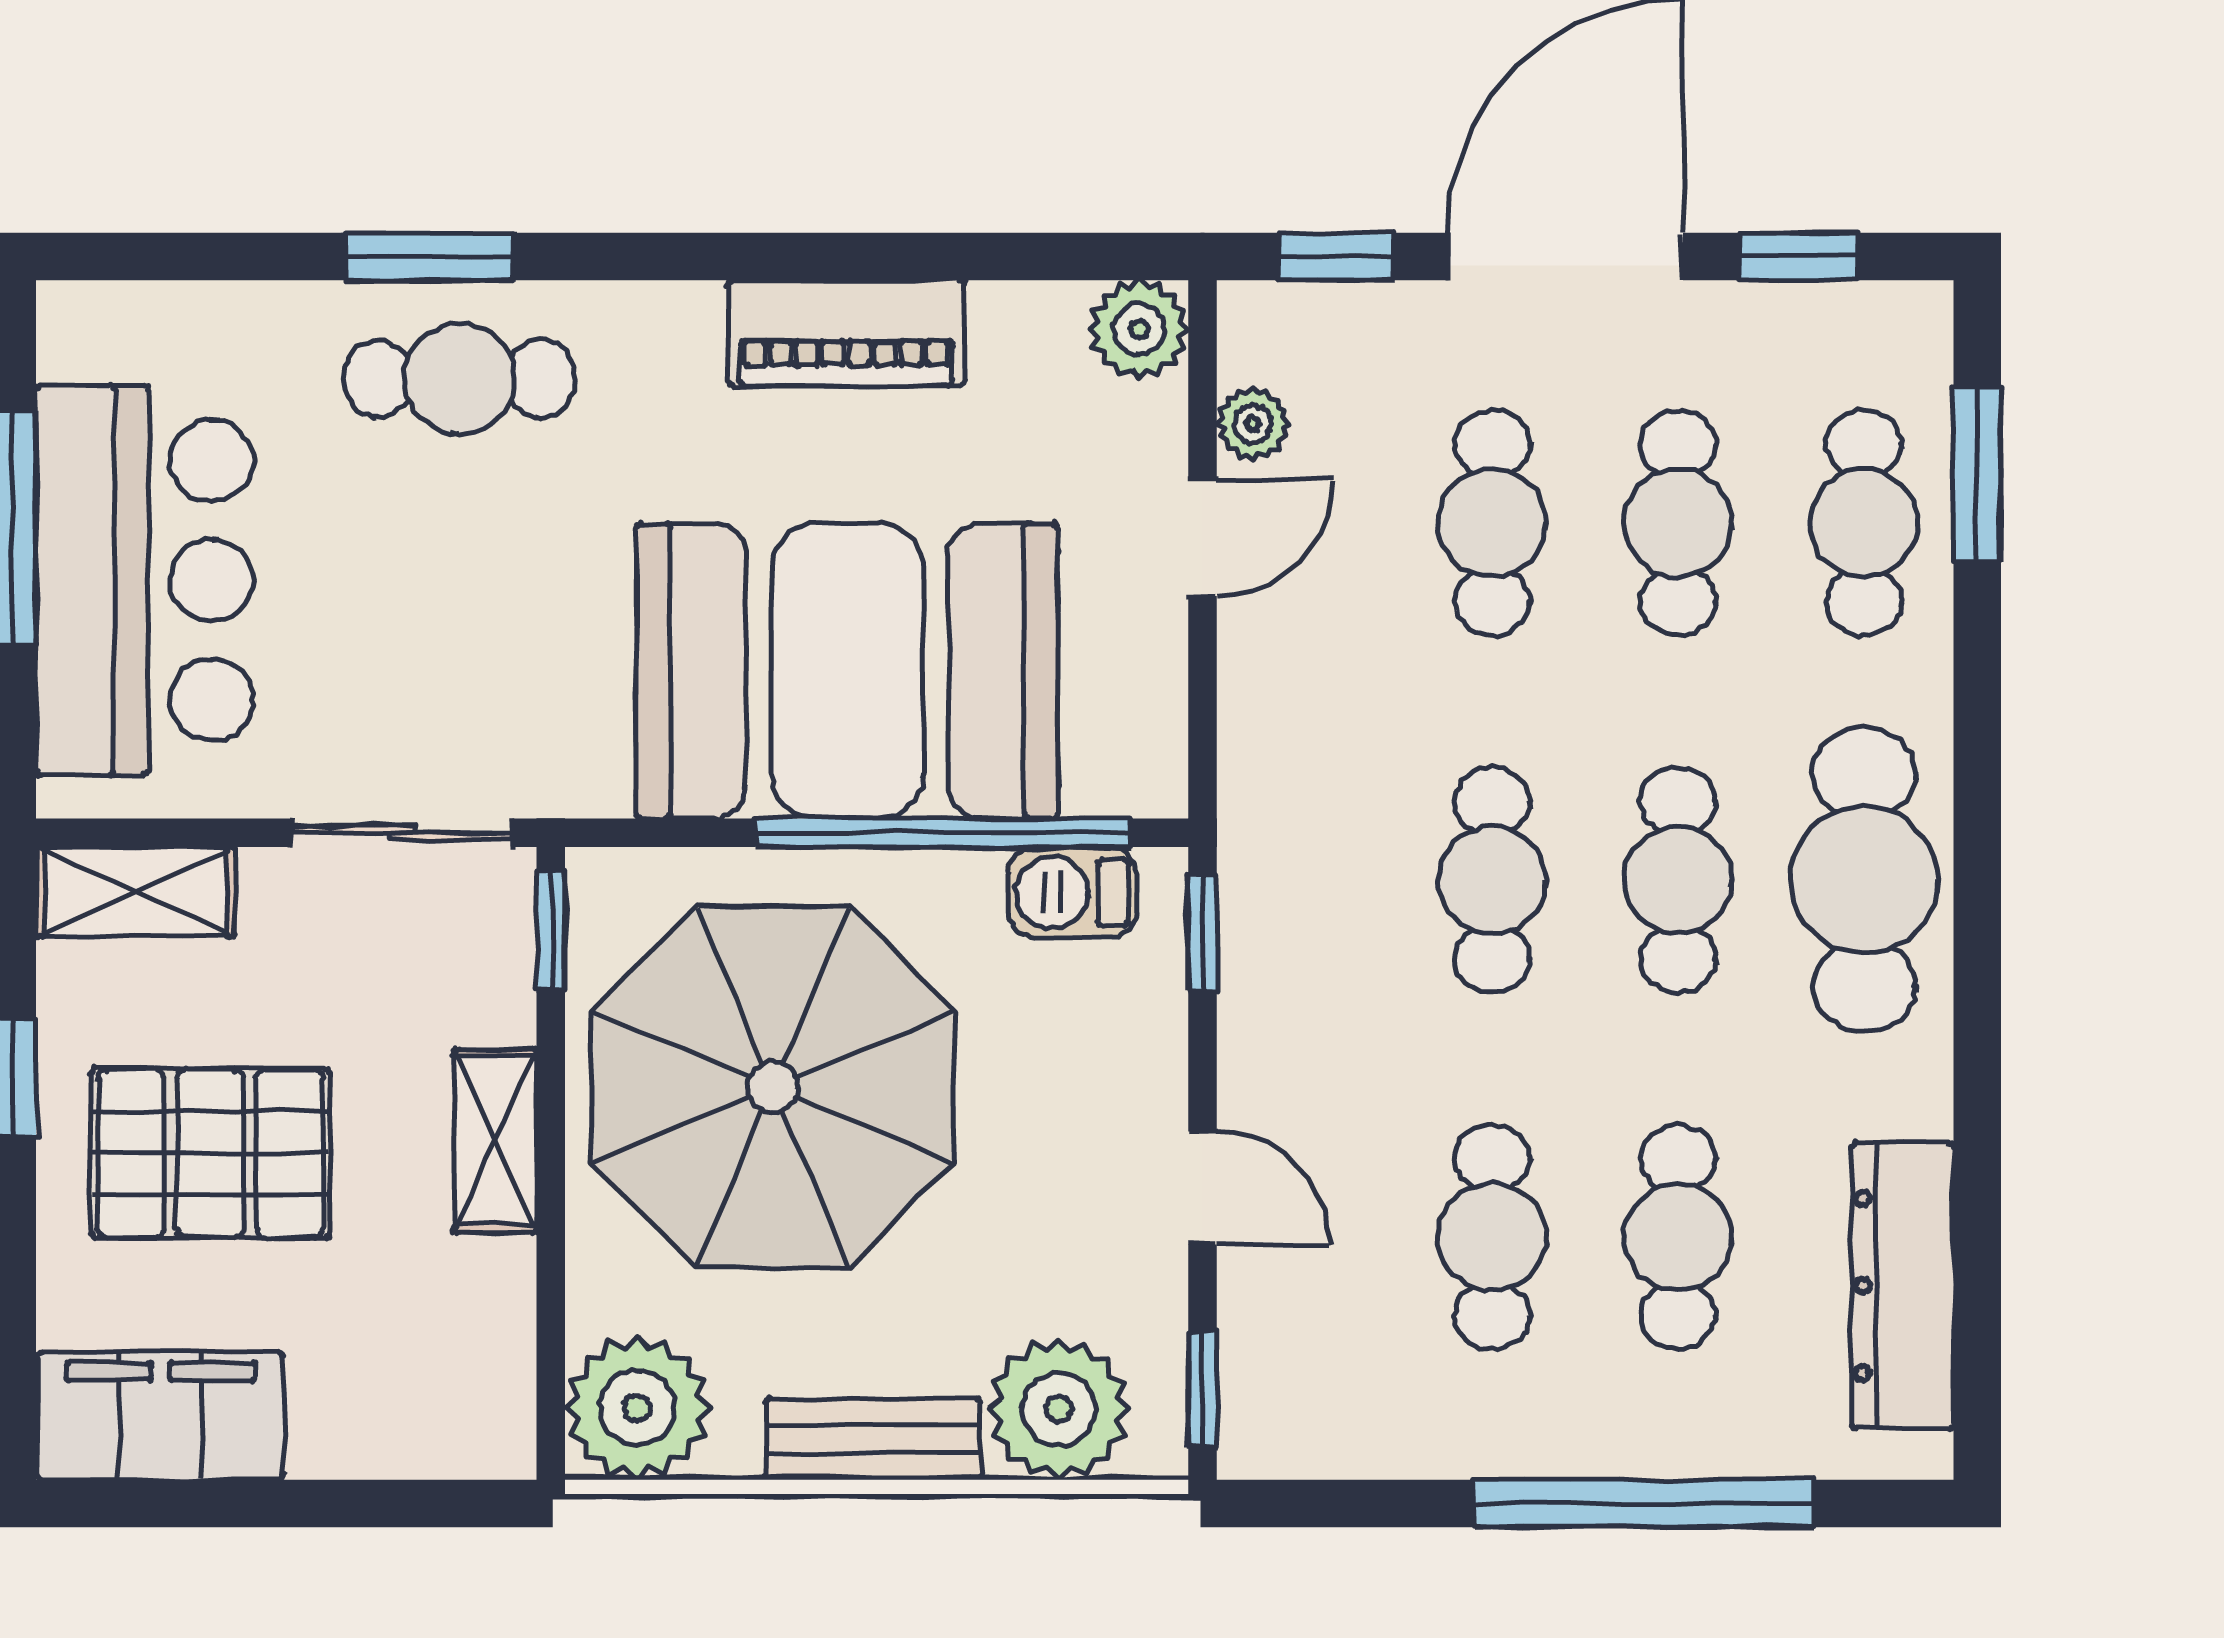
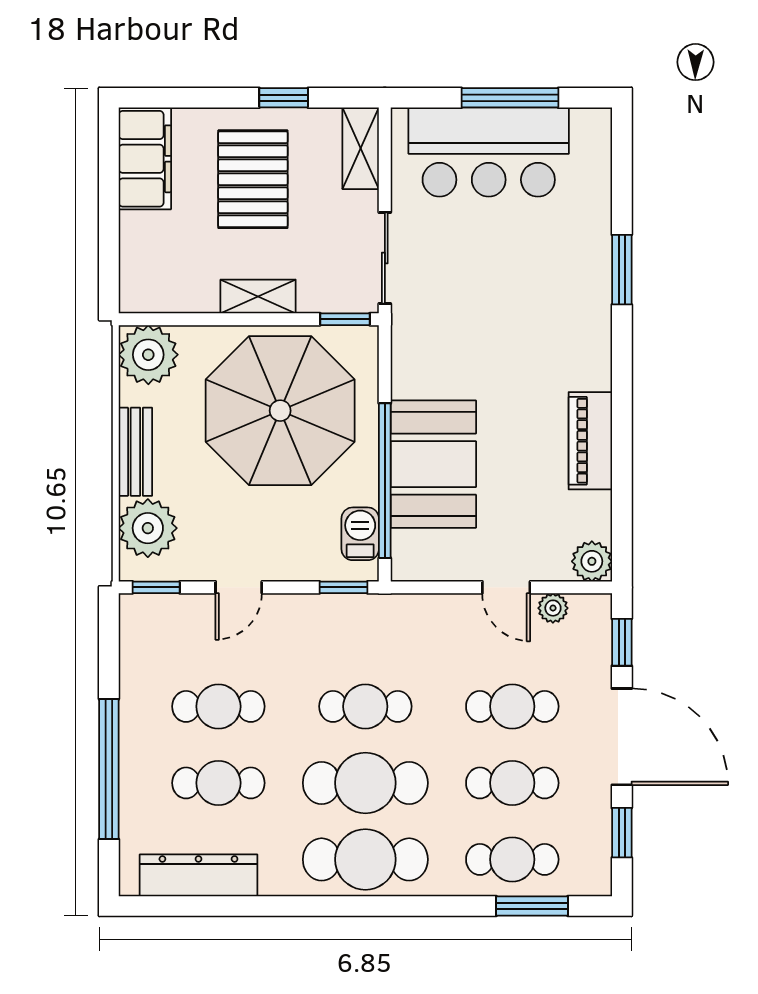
cafe table: (459, 379) -> (571, 282), removed
booth: (847, 671) -> (433, 464), width x0.73, depth x0.70
cafe table: (1678, 880) -> (365, 783), width x1.37, depth x1.35

